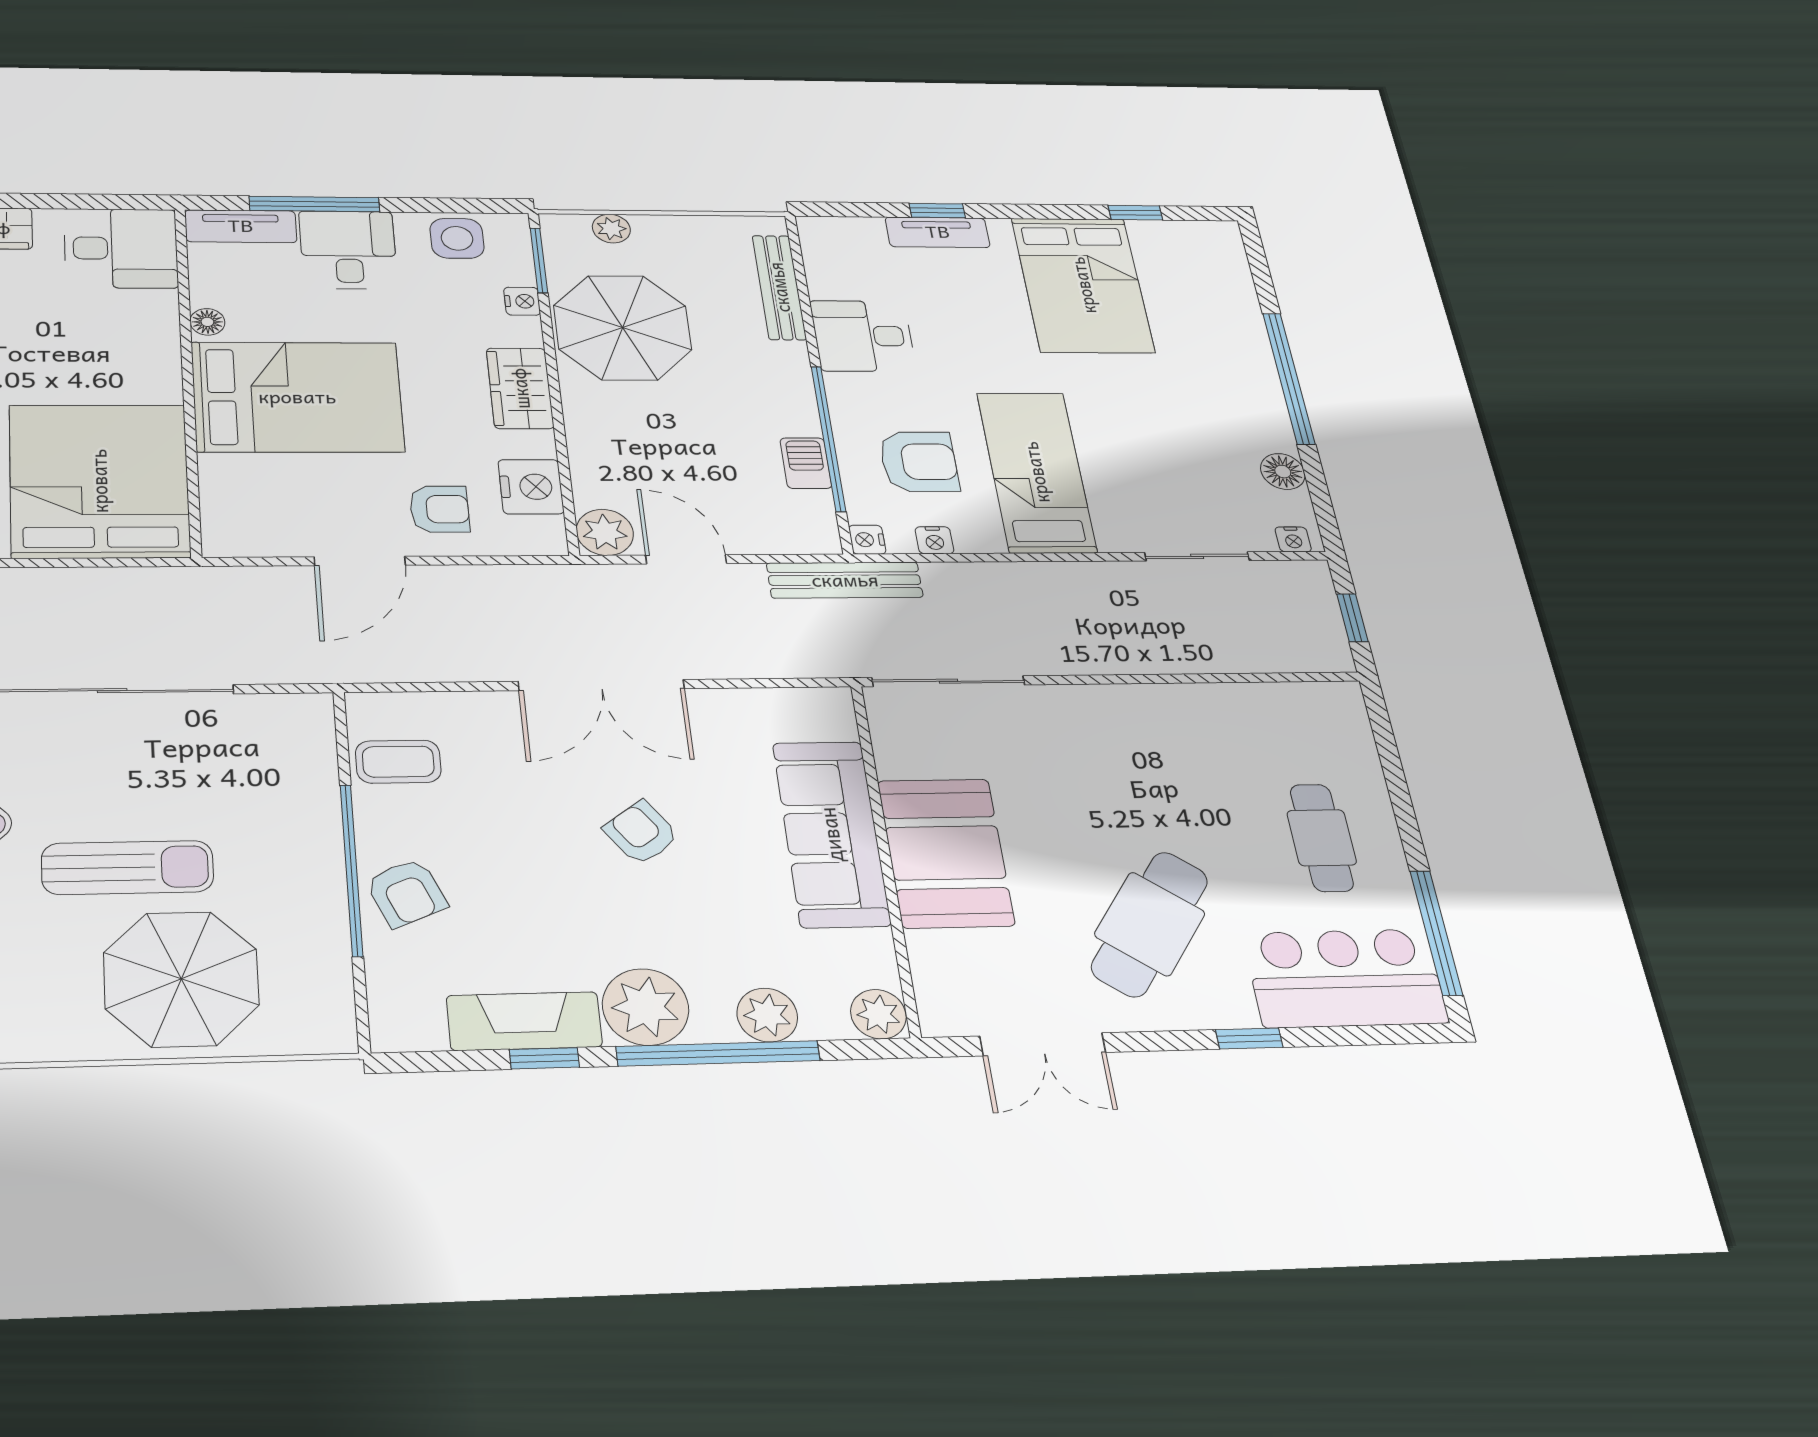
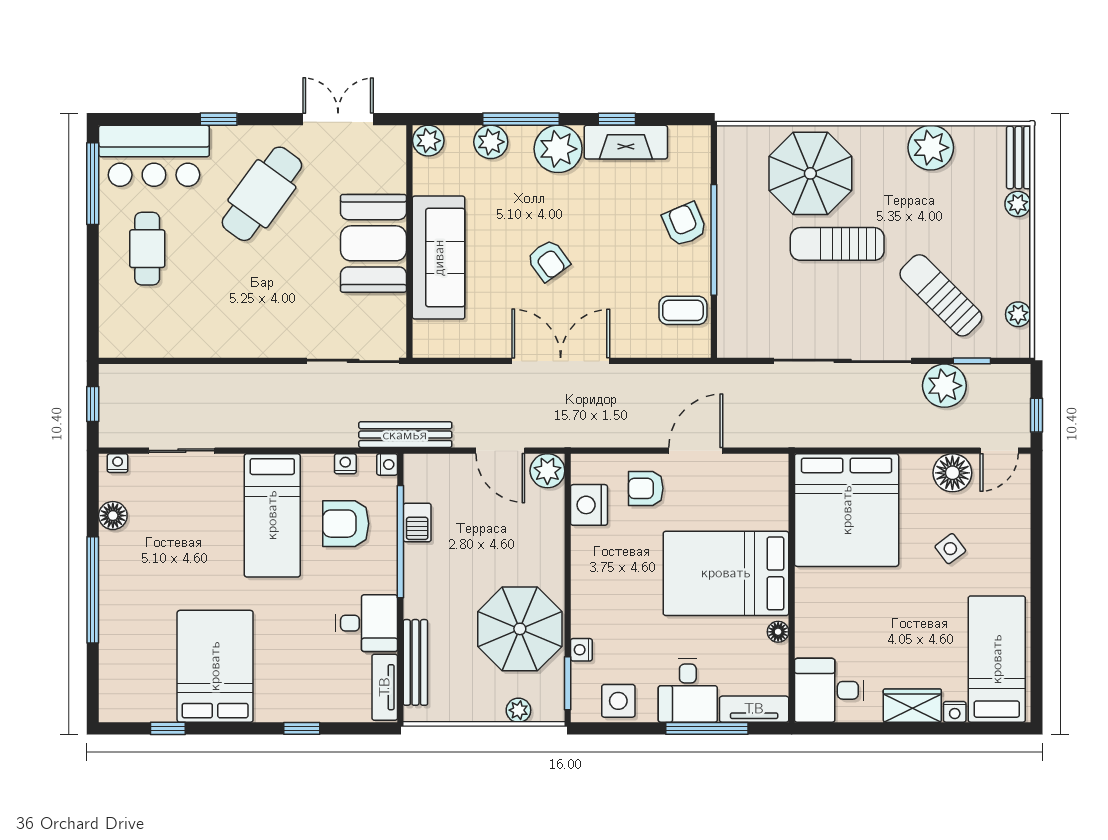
tv unit: (938, 232) -> (385, 687), moved, turned -90
wardrobe: (520, 388) -> (589, 580), removed
window: (718, 1053) -> (521, 119), width x0.68

